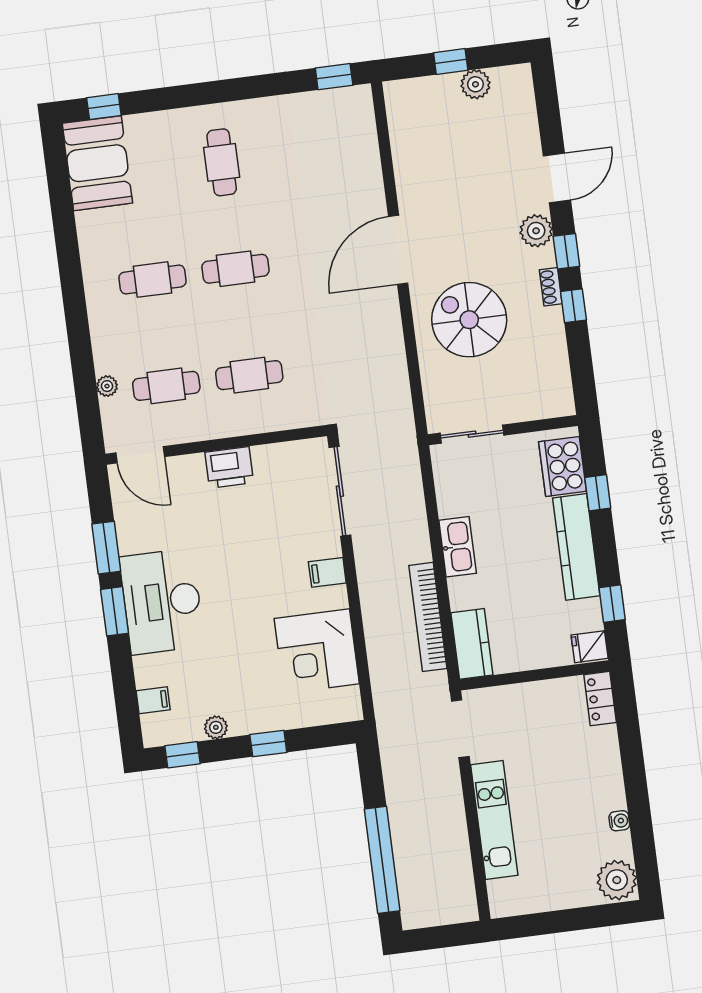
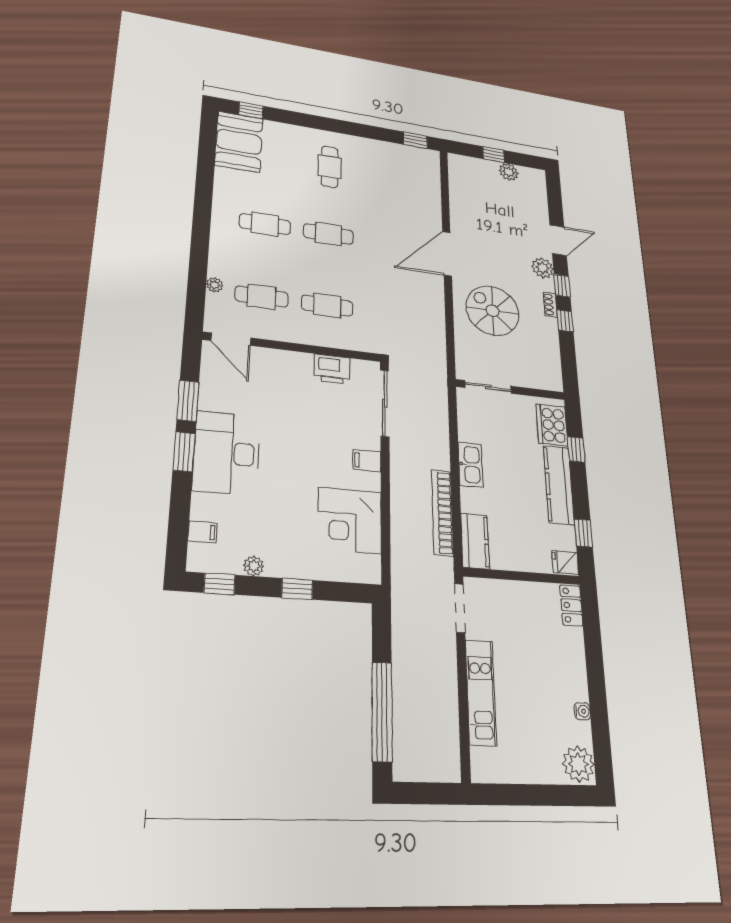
printer: (229, 467) -> (332, 369), moved

